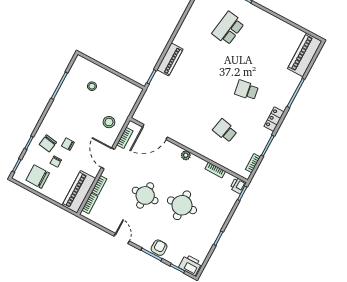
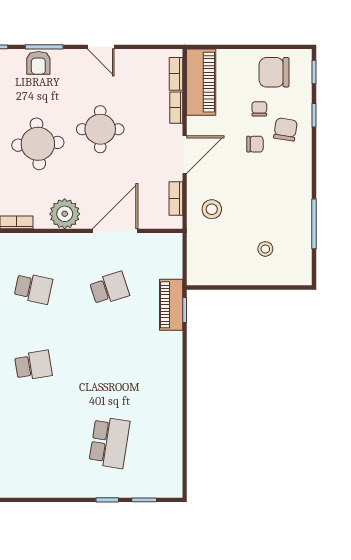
piano: (170, 59) -> (171, 305), moved
school desk: (185, 109) -> (109, 288), added
door: (155, 132) -> (115, 231), moved
plant: (186, 155) -> (65, 214), width x1.88, depth x1.88
door: (108, 158) -> (185, 155), hinge flipped
chair: (38, 177) -> (274, 72), turned 180

